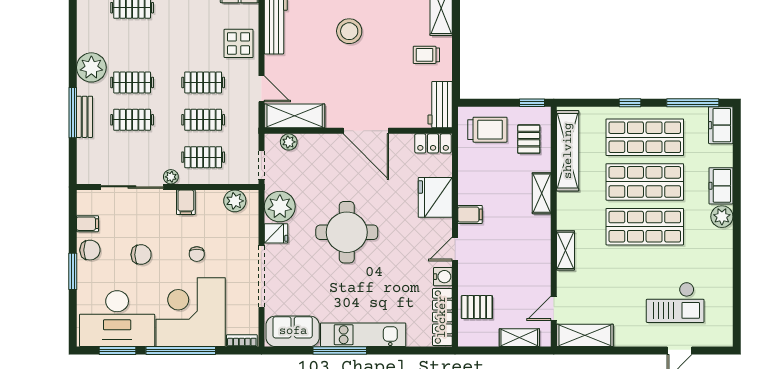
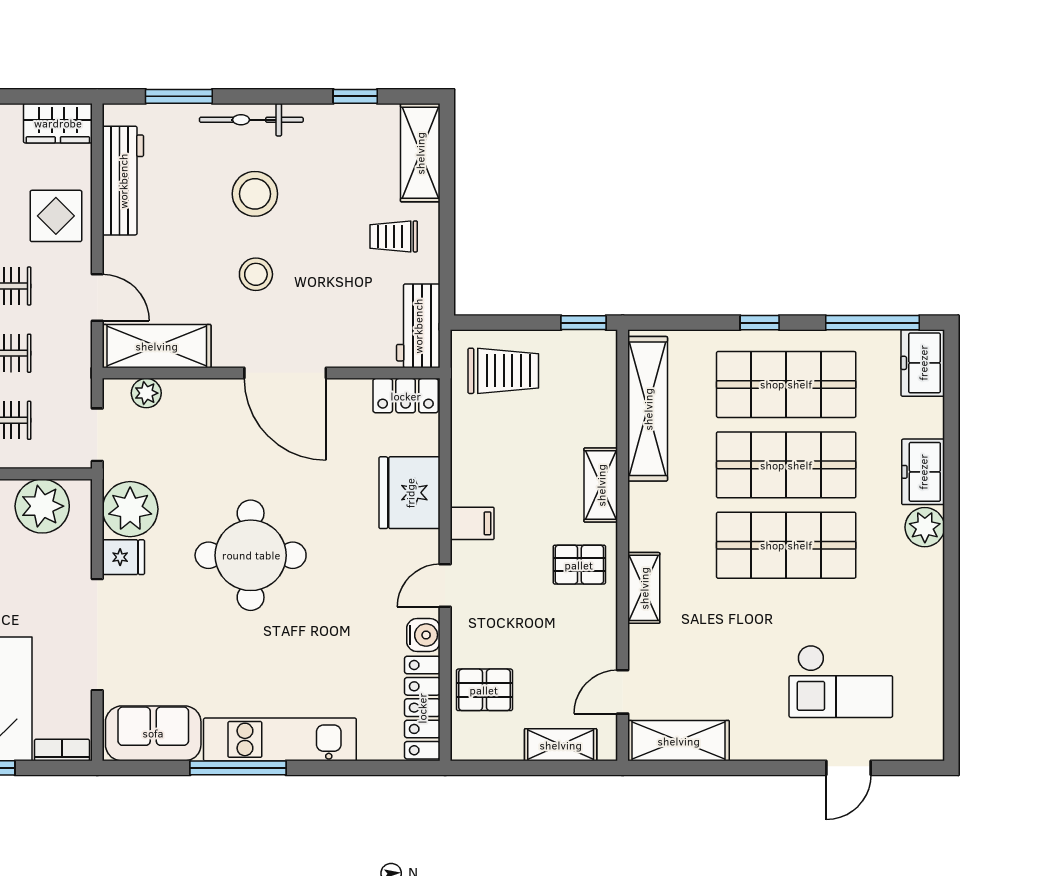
stool: (350, 76) -> (256, 274), added
pallet: (529, 139) -> (579, 565), moved, turned 90
plant: (235, 201) -> (42, 506), width x1.36, depth x1.36

